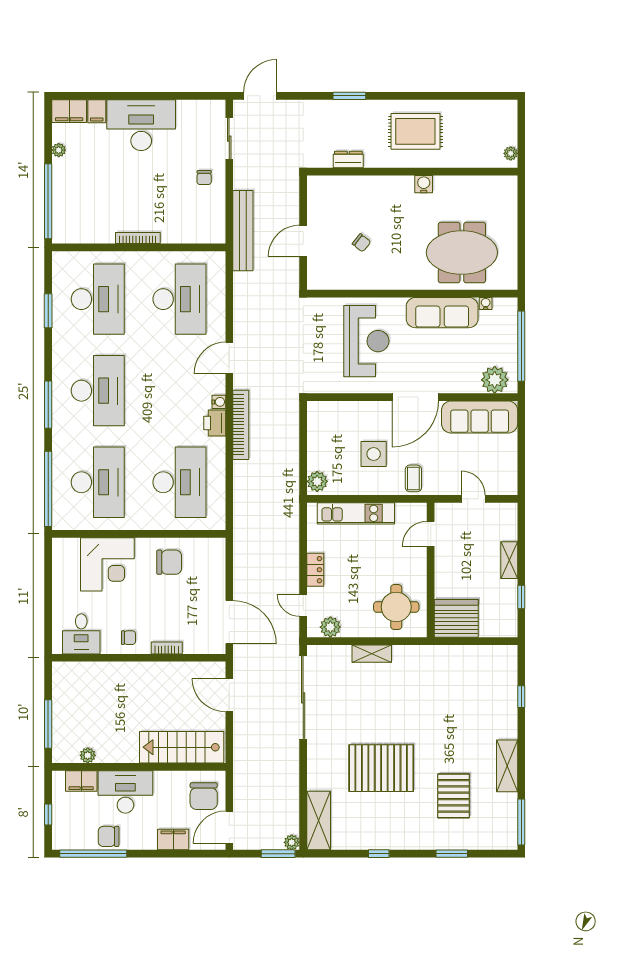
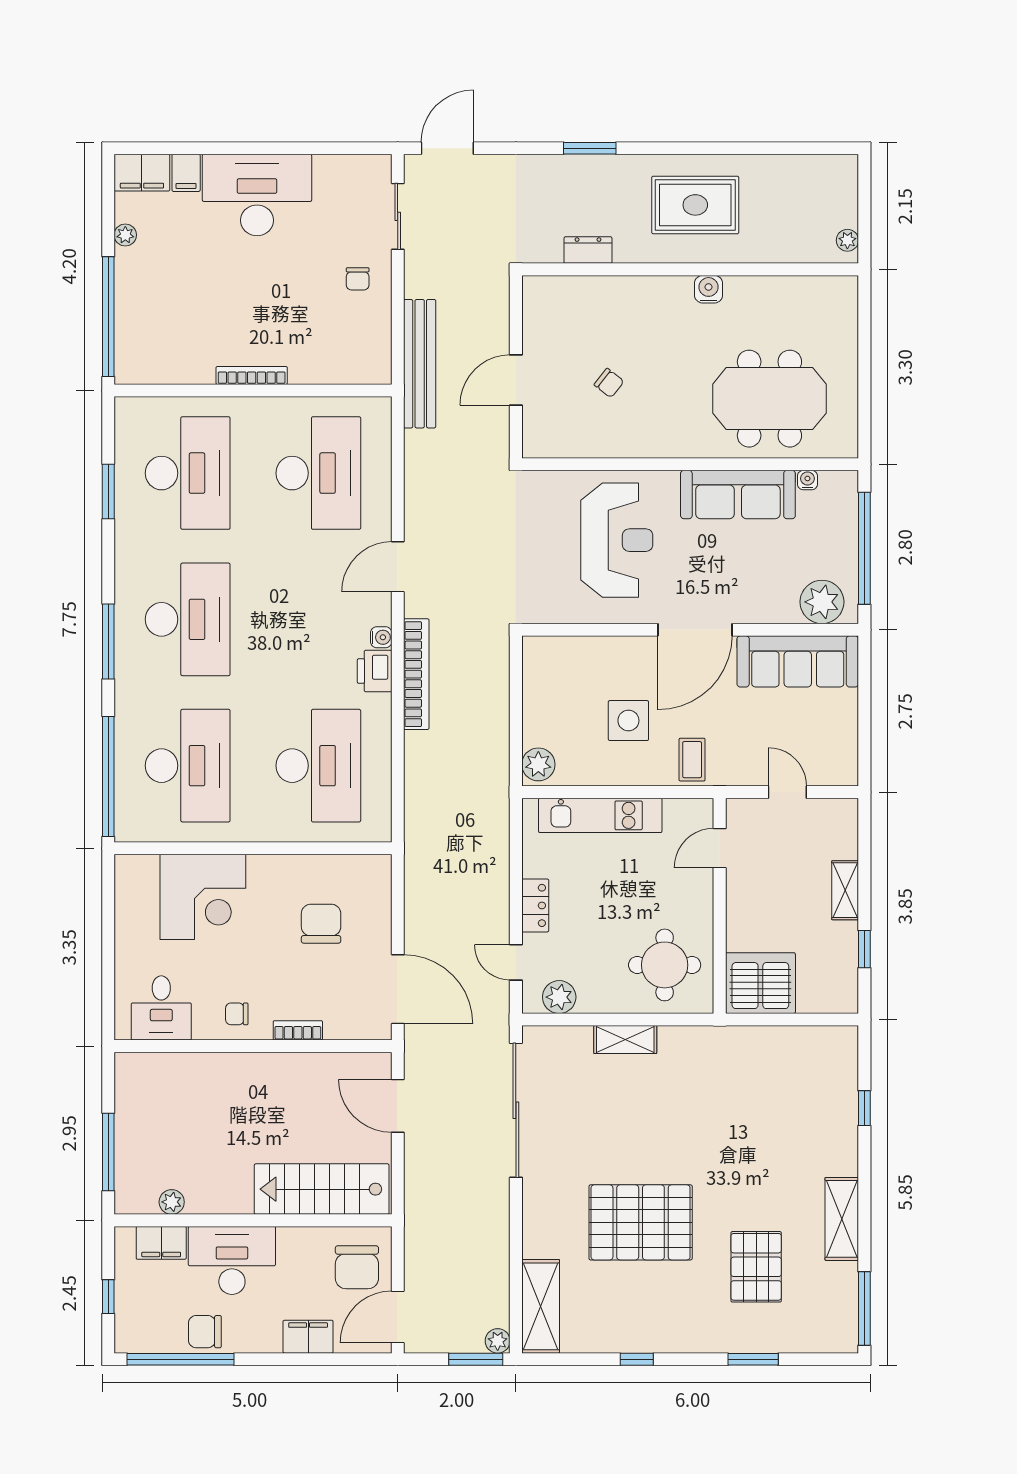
chair: (169, 562) -> (321, 924), moved, turned -90
chair: (128, 638) -> (237, 1014), turned 180

